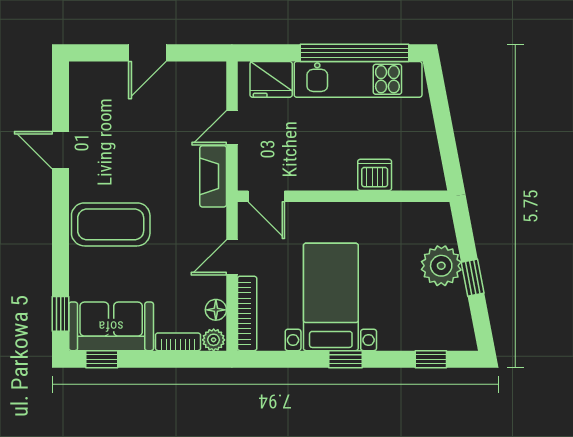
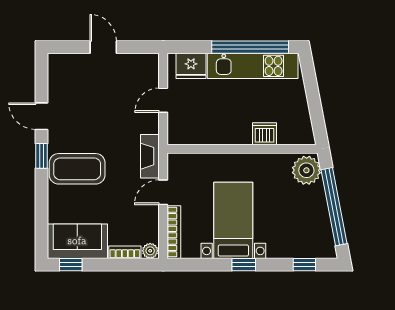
door: (147, 53) -> (103, 47), swing flipped
fireplace: (213, 176) -> (150, 156), moved
door: (266, 196) -> (188, 149), removed
plant: (441, 266) -> (306, 170), moved
window: (473, 278) -> (334, 207), width x3.17
floor lamp: (216, 310) -> (152, 229), removed
window: (61, 314) -> (41, 156), moved

